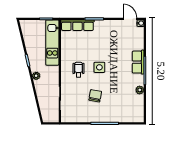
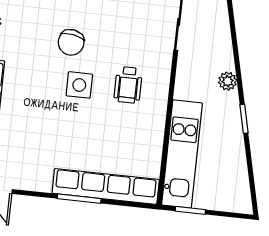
row of seats: (77, 25) -> (106, 186), width x1.36
chair: (95, 96) -> (71, 42), moved

